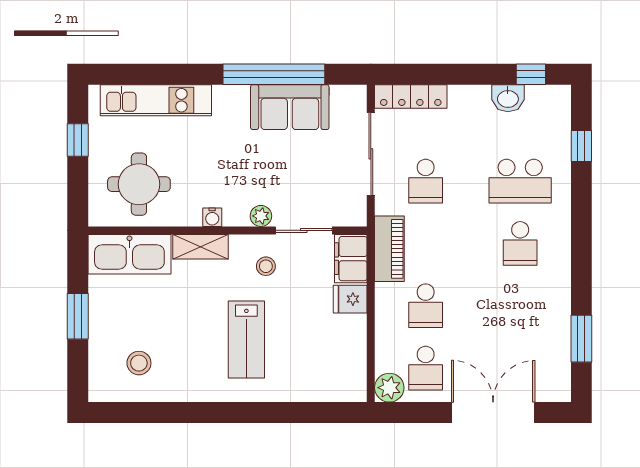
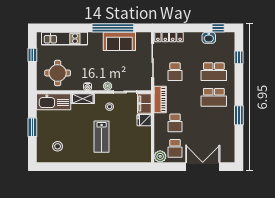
school desk: (520, 243) -> (214, 97), width x1.85
window: (581, 339) -> (239, 115), moved

